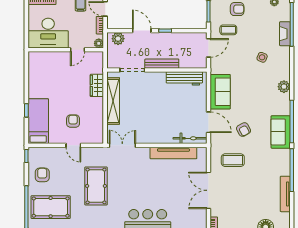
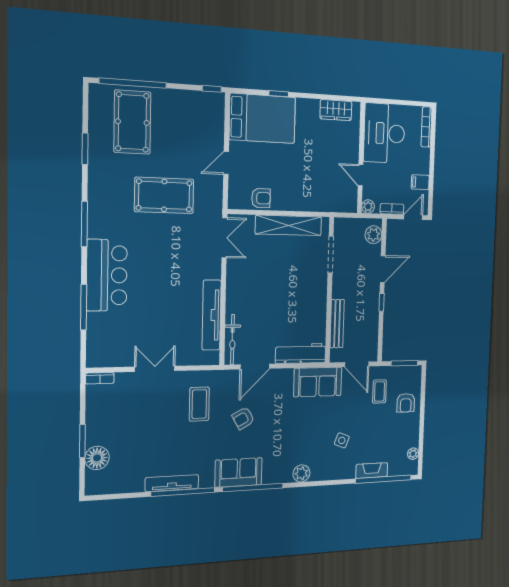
bench: (162, 64) -> (337, 324), moved
workbench: (184, 78) -> (301, 353), moved, turned 90
wardrobe: (97, 85) -> (336, 110), moved, turned 180
sofa: (220, 92) -> (318, 382), moved
bed: (38, 121) -> (262, 118), width x1.50
armchair: (73, 121) -> (261, 198), moved
armchair: (42, 175) -> (183, 112), removed
double door: (209, 190) -> (155, 369), width x0.73
tv unit: (285, 194) -> (172, 483), moved

